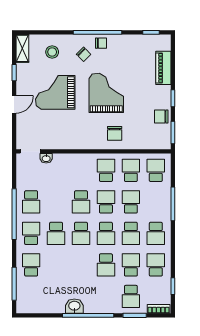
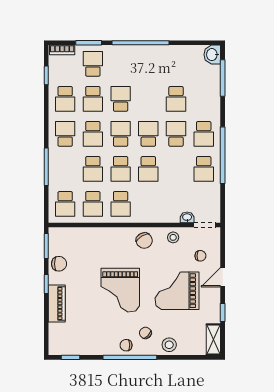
stool: (52, 52) -> (169, 345), moved
piano: (163, 68) -> (57, 303), moved
grand piano: (55, 92) -> (177, 291), turned 180
chair: (34, 124) -> (200, 256), added
chair: (115, 133) -> (144, 241), moved, turned 149
stool: (59, 140) -> (173, 237), added
school desk: (31, 202) -> (204, 169), turned 180
school desk: (81, 202) -> (148, 169), turned 180
school desk: (131, 233) -> (93, 134), turned 180
school desk: (31, 265) -> (176, 99), moved
washbasin: (74, 306) -> (212, 55), moved, turned 90

